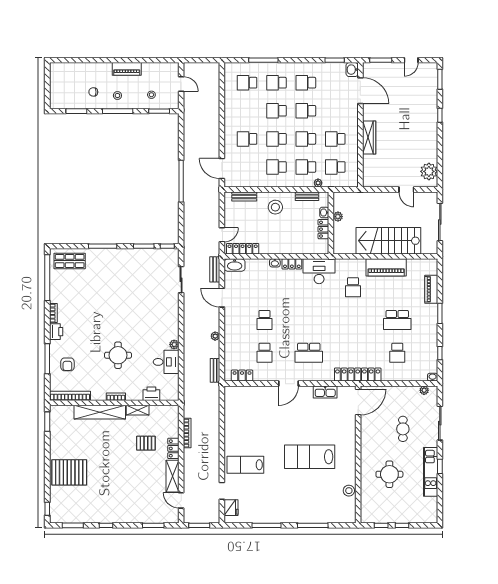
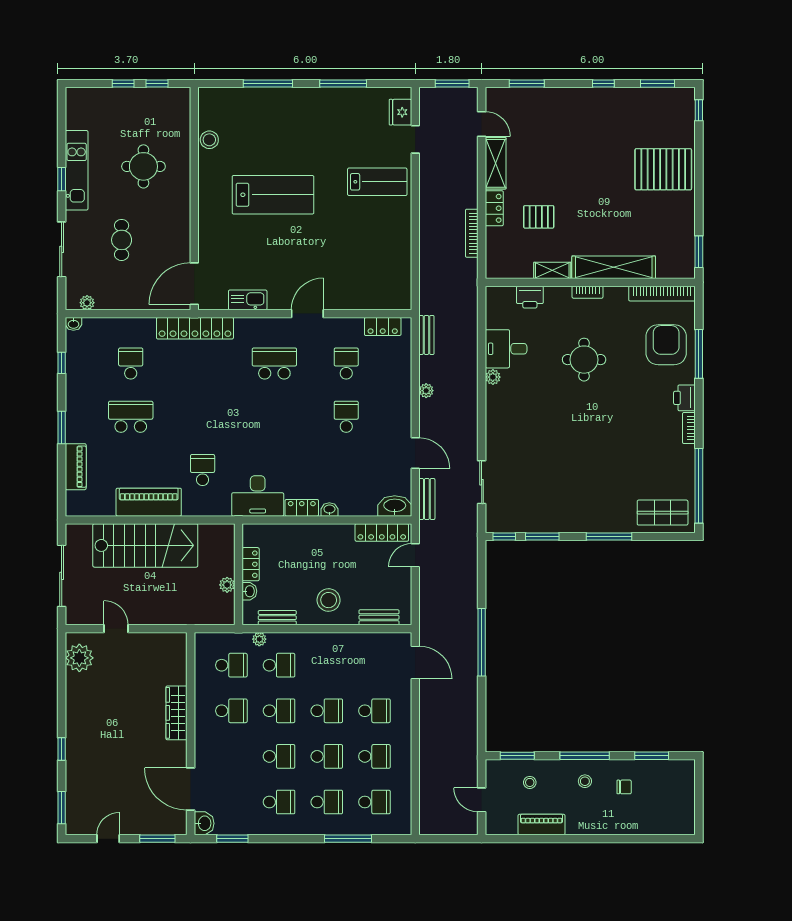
piano: (127, 69) -> (542, 824), moved
school desk: (276, 167) -> (374, 756), moved
armchair: (67, 364) -> (666, 345), width x1.88, depth x1.88

